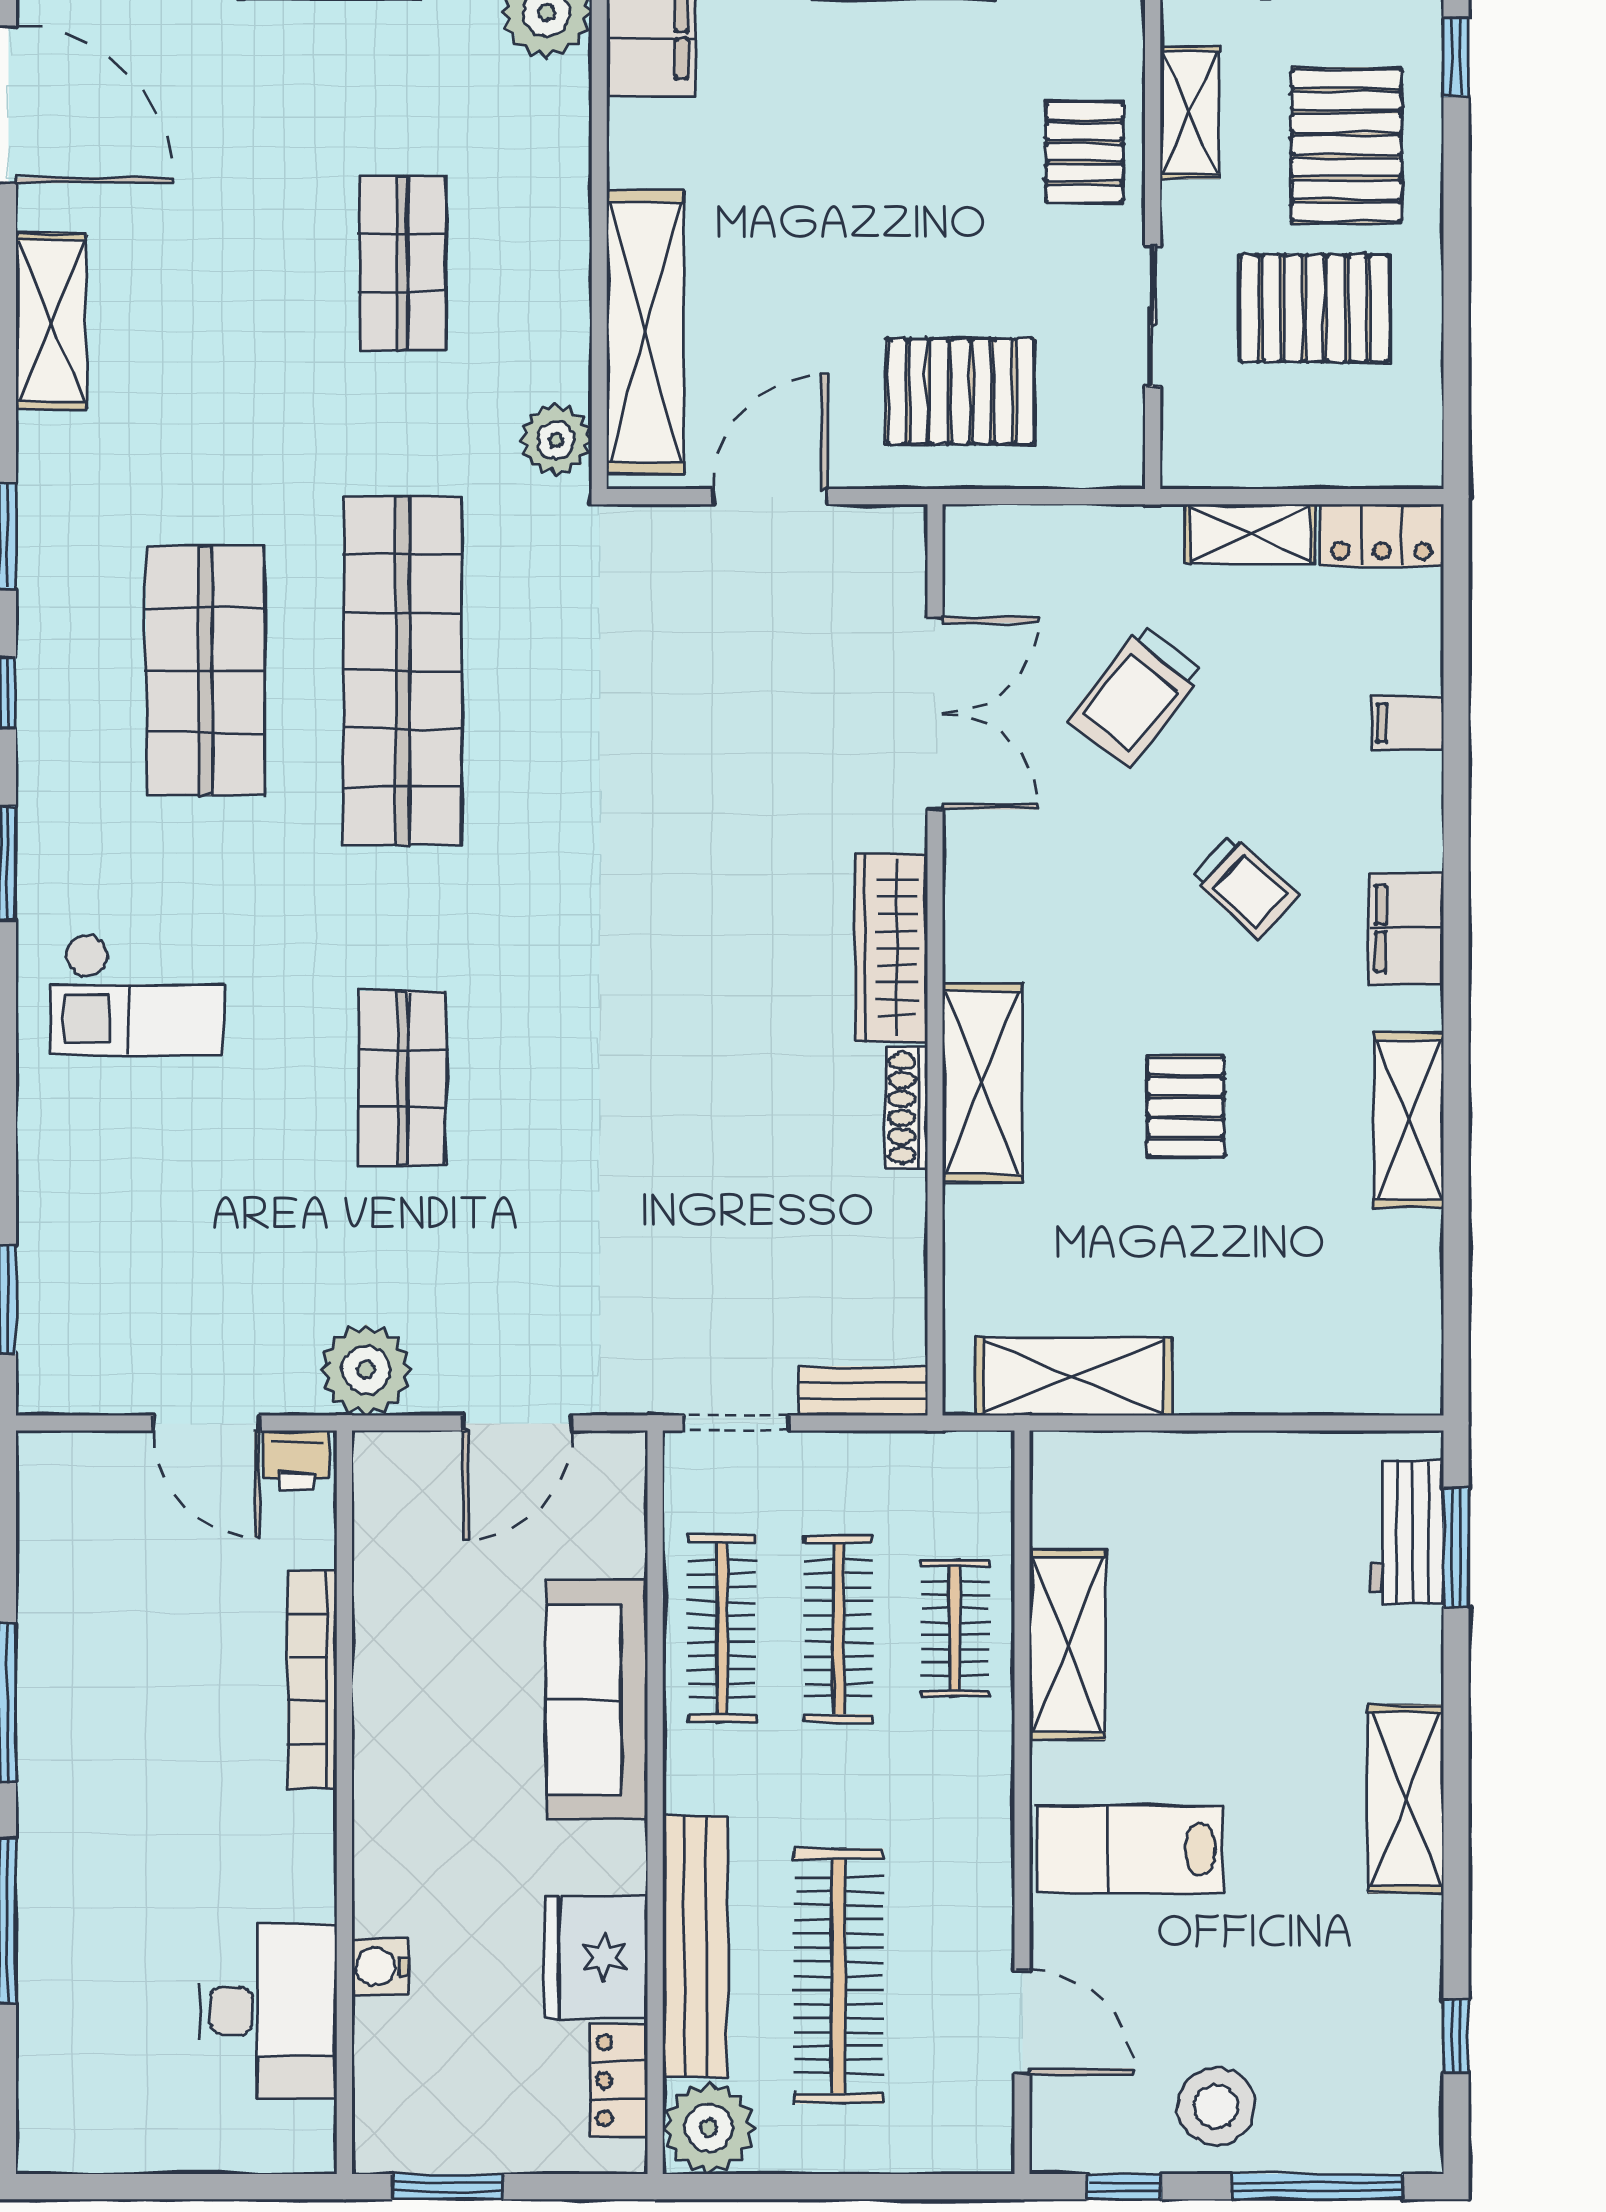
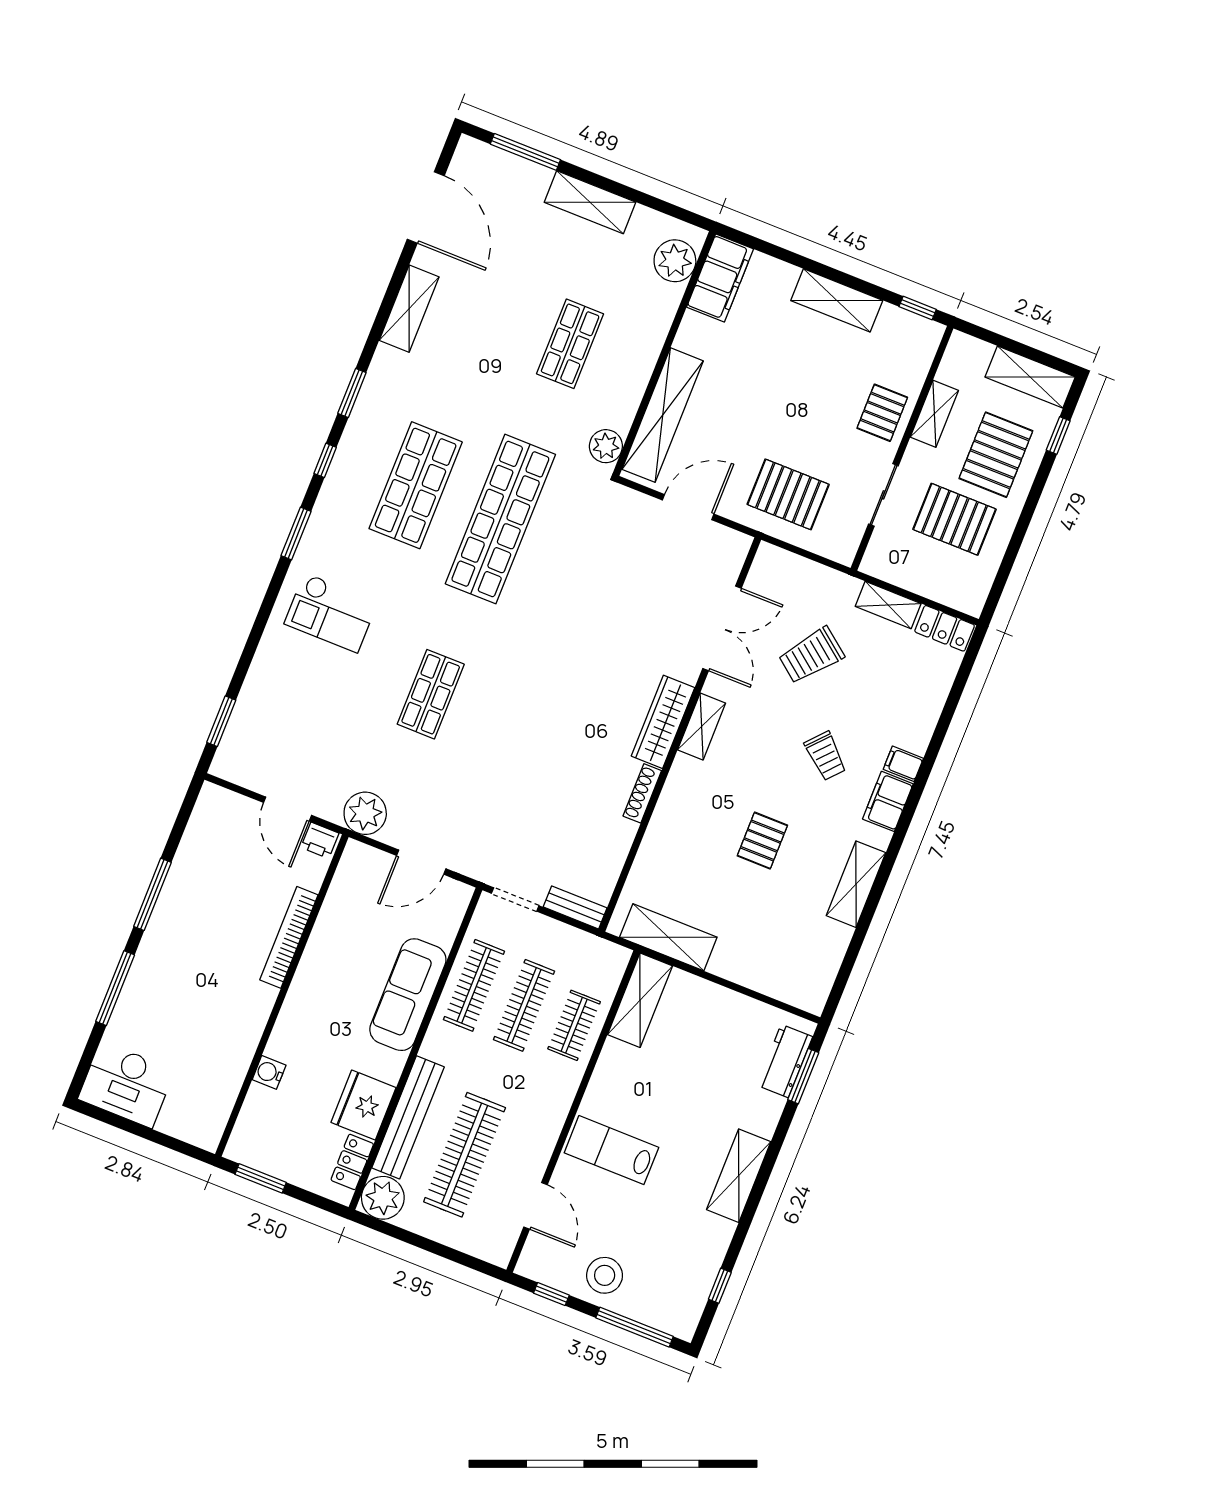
filing cabinet: (1407, 723) -> (903, 764), moved
shelving: (982, 1083) -> (702, 726), moved, width x0.67, depth x0.75
shelving: (1067, 1645) -> (640, 1000), moved
desk: (268, 2011) -> (126, 1085), moved, turned 90

